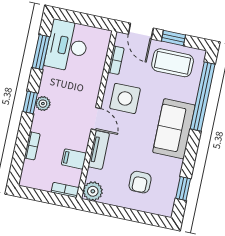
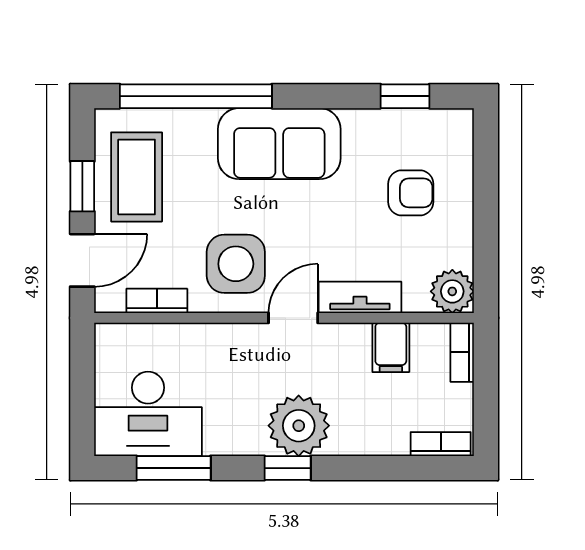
plant: (43, 104) -> (299, 426), width x1.88, depth x1.88
bookcase: (32, 146) -> (441, 444), moved

